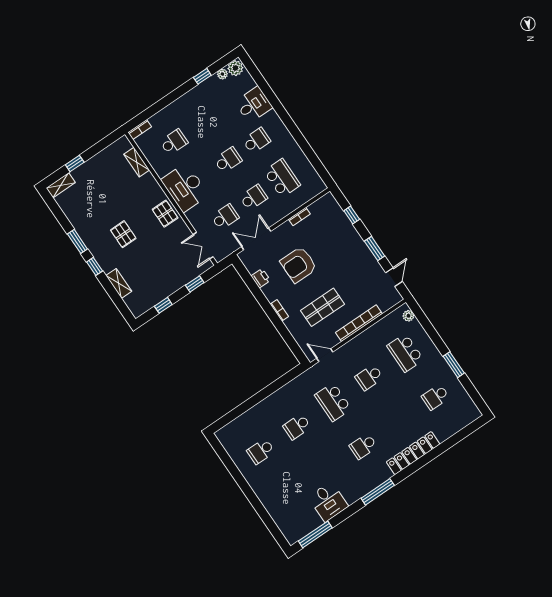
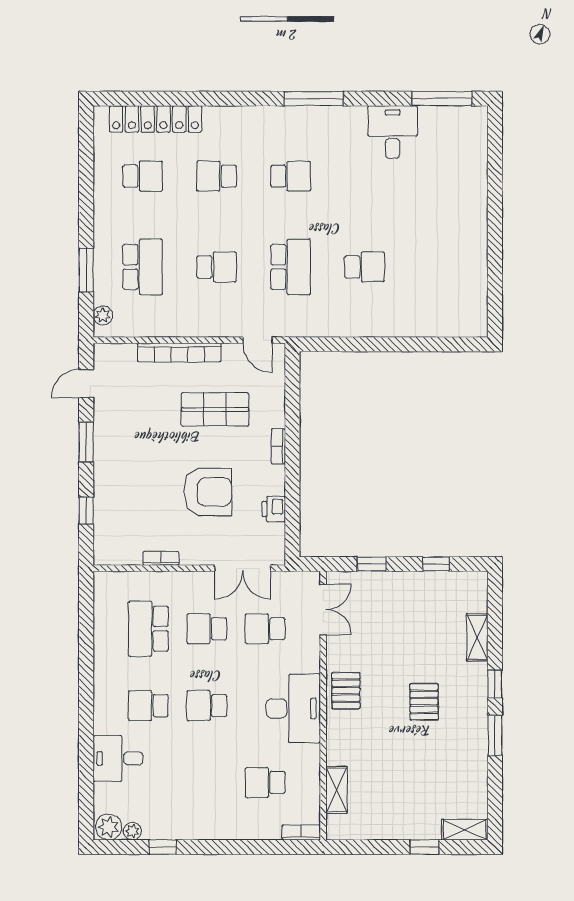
window: (454, 365) -> (86, 270), moved
school desk: (261, 451) -> (217, 176), moved, turned 180
locker: (413, 453) -> (156, 119), moved

